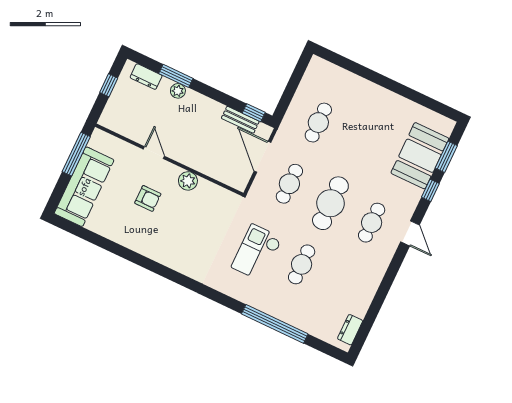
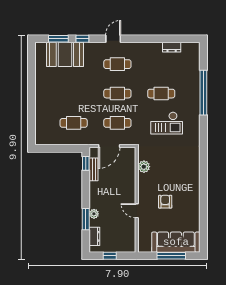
door: (154, 153) -> (137, 211), hinge flipped
window: (76, 154) -> (171, 256), moved
plant: (188, 181) -> (144, 167), moved
cafe table: (330, 203) -> (117, 94), width x0.73, depth x0.74
dresser: (350, 330) -> (172, 47), moved

